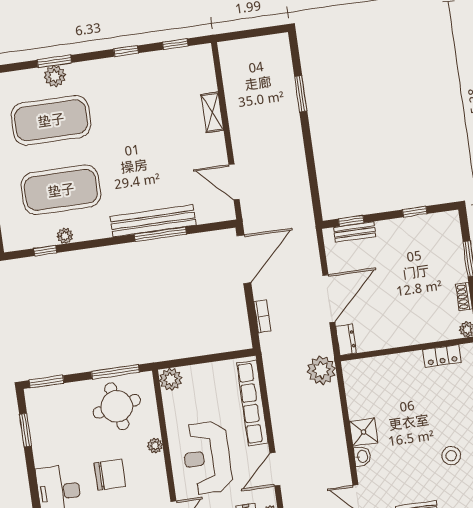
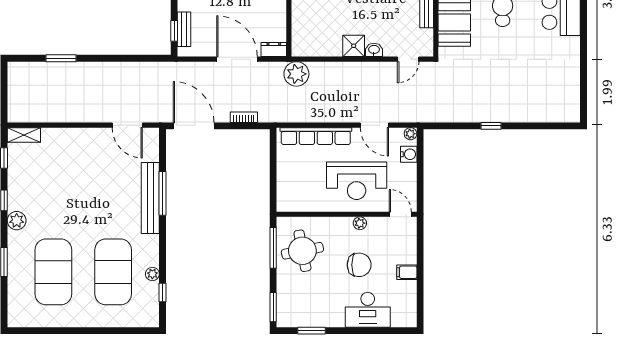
plant: (55, 76) -> (17, 221), moved
shelving: (212, 112) -> (24, 135), moved
door: (234, 182) -> (127, 125), hinge flipped
plant: (171, 379) -> (286, 202), removed
plant: (155, 445) -> (360, 223), moved
chair: (110, 475) -> (359, 265), turned 90

